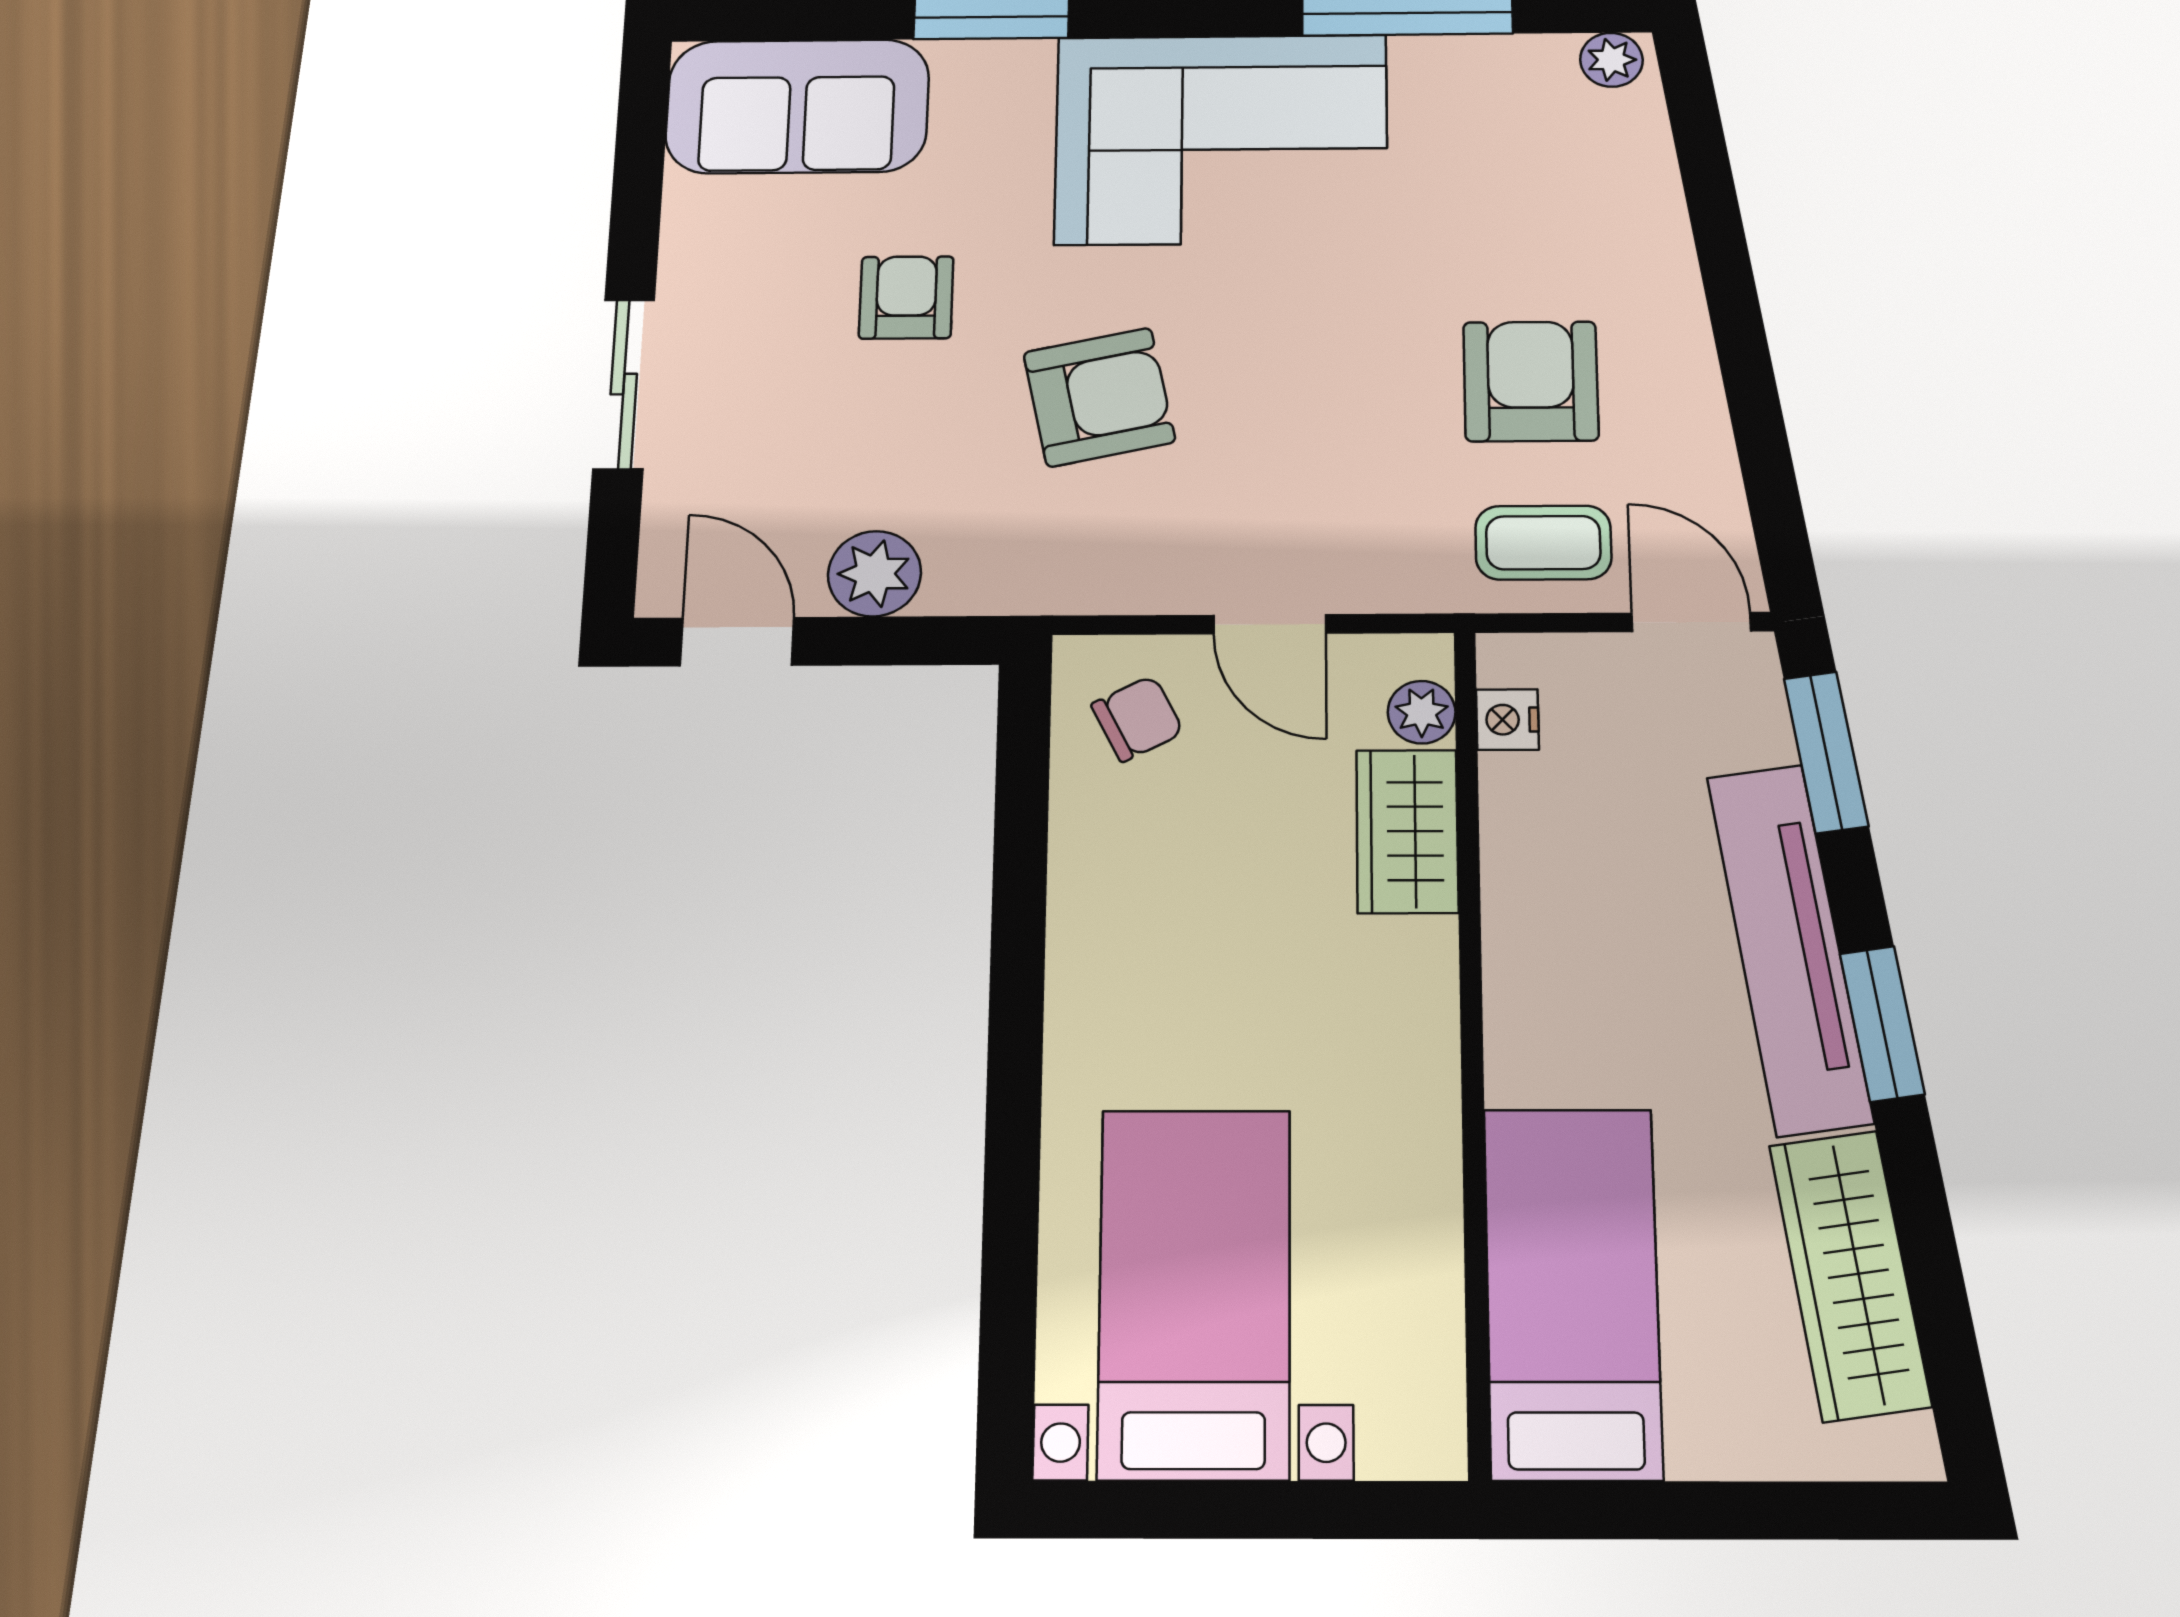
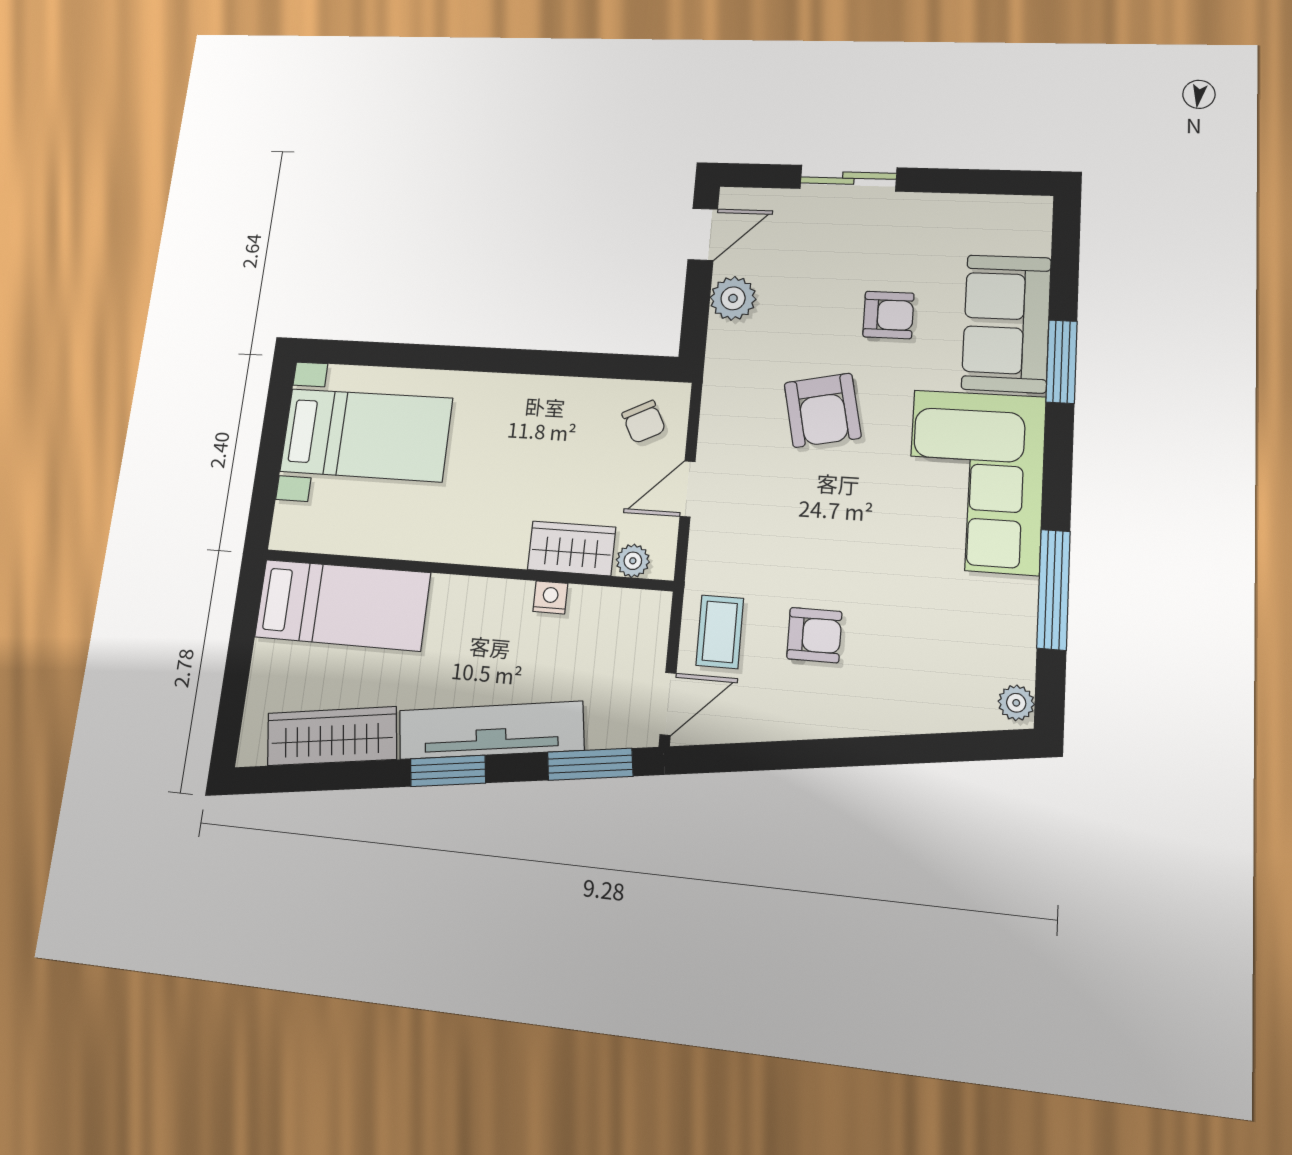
sofa: (797, 106) -> (1006, 323), moved
armchair: (1531, 381) -> (814, 635), width x0.72, depth x0.72
nightstand: (1507, 720) -> (550, 597), moved

